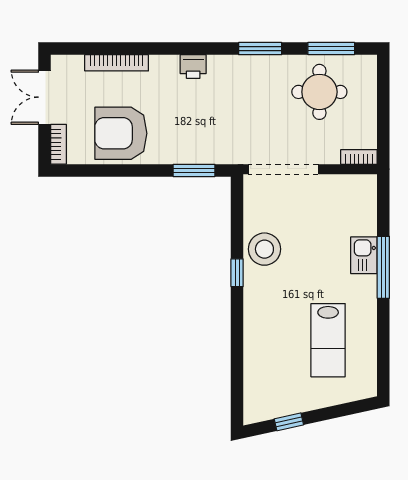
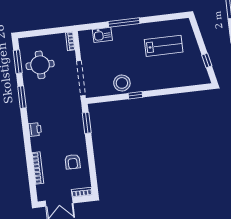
armchair: (121, 133) -> (73, 162), width x0.53, depth x0.53
kitchen sink: (364, 255) -> (102, 35), moved

